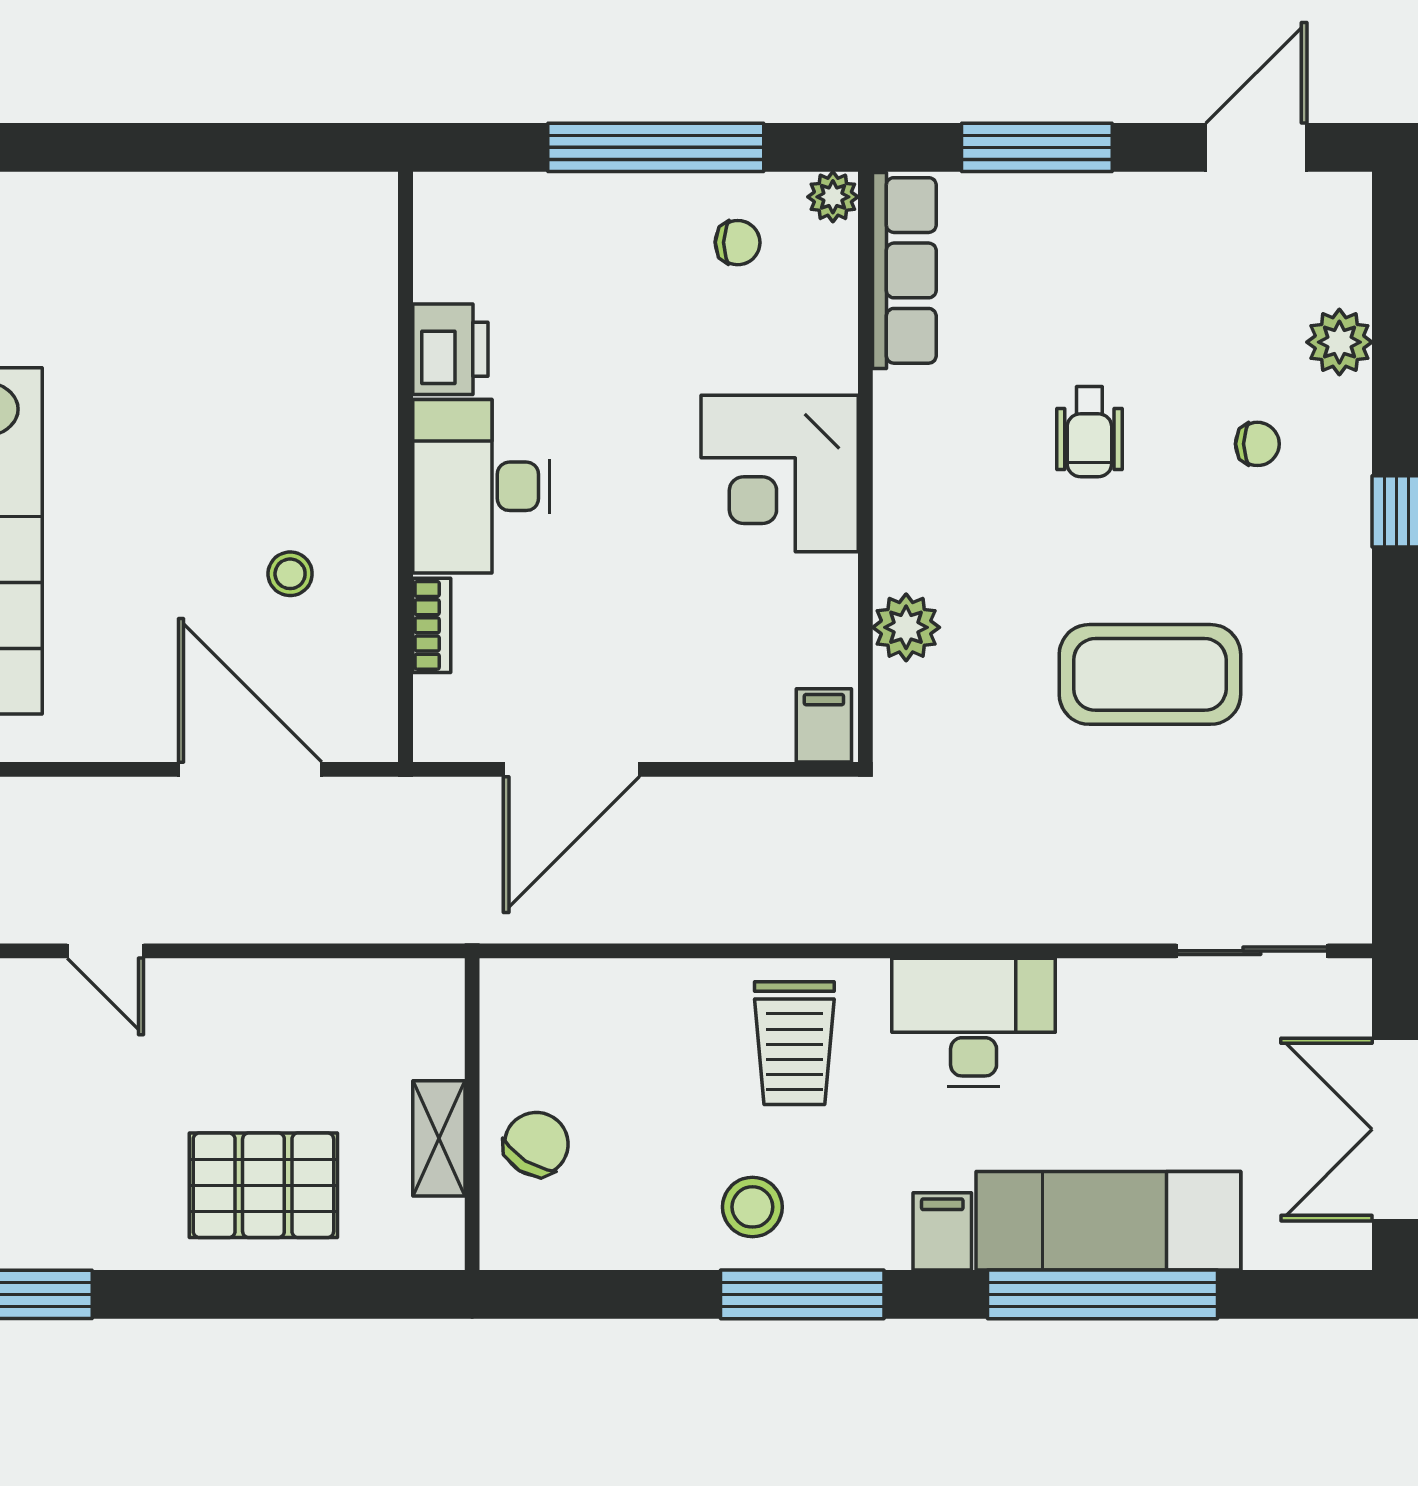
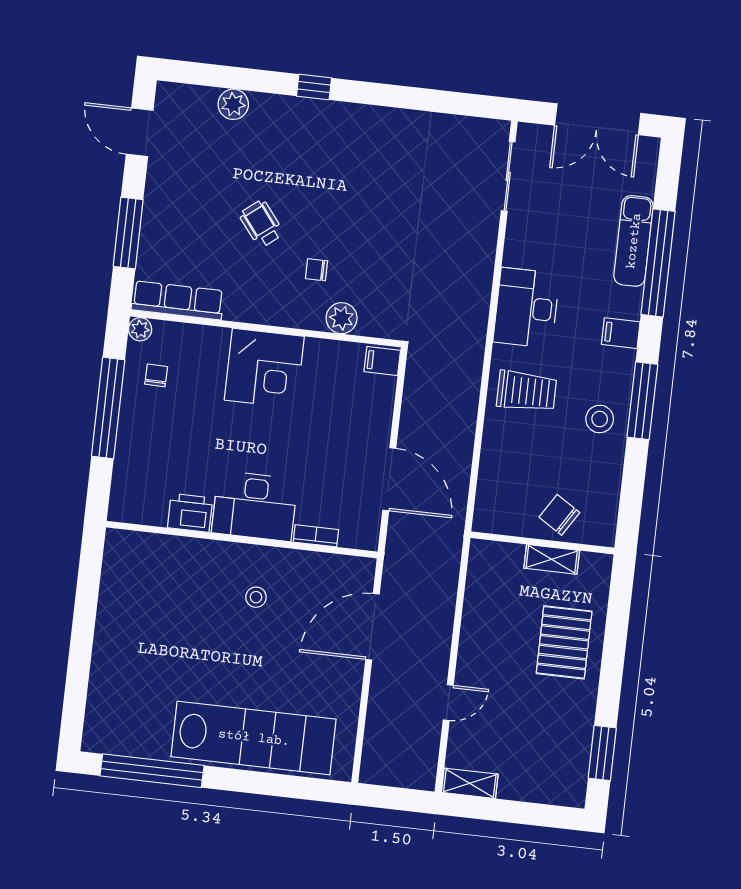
wheelchair: (1089, 432) -> (261, 224), turned -128
chair: (1257, 444) -> (317, 270), moved, turned -90
stool: (290, 574) -> (256, 597), moved
coffee table: (1150, 674) -> (376, 209), removed
exam couch: (1108, 1221) -> (634, 241), width x0.73, depth x0.69

